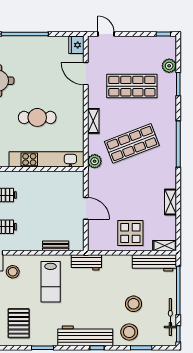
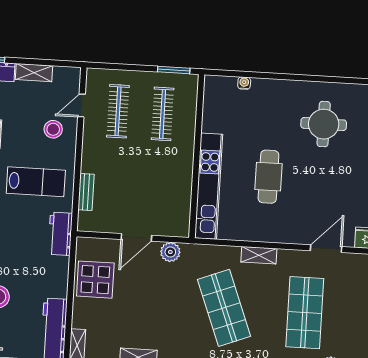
plant: (95, 161) -> (170, 252), moved
display table: (130, 233) -> (95, 280), moved
lab bench: (51, 282) -> (36, 182), turned 180

